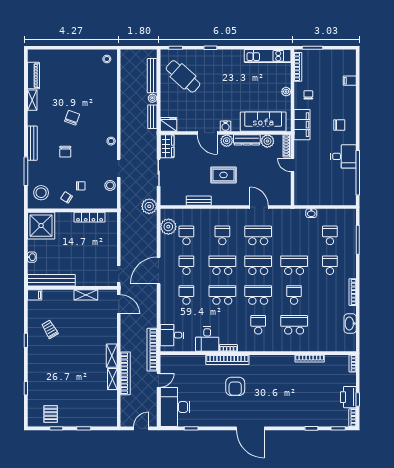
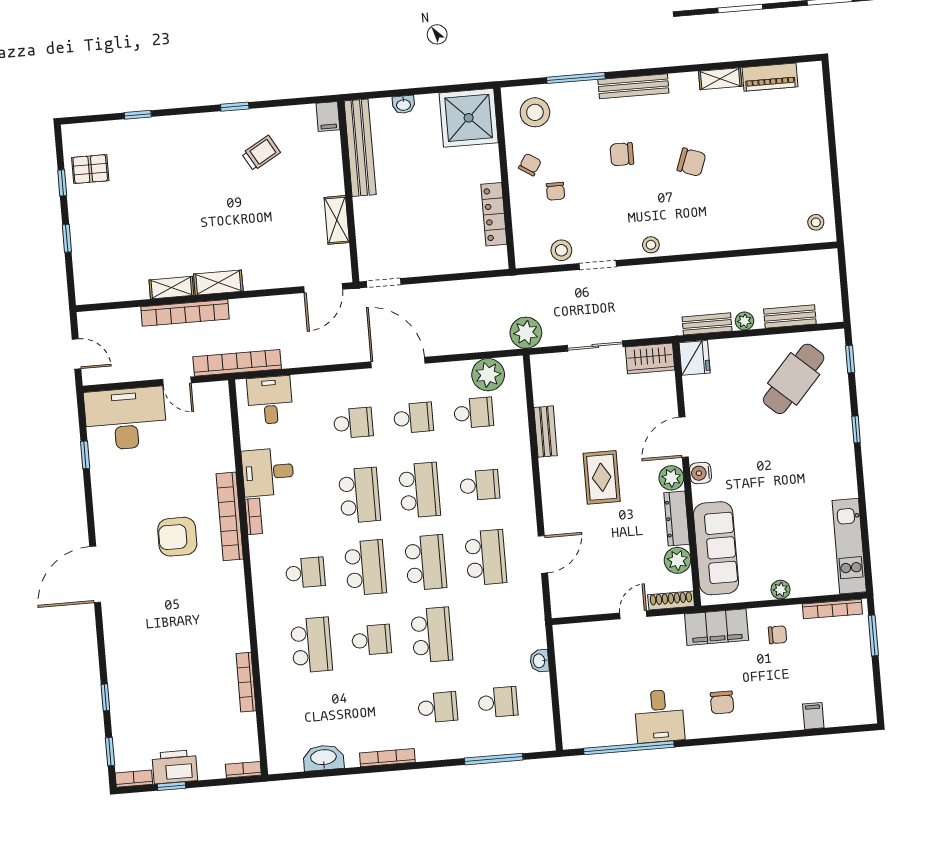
bench: (152, 76) -> (790, 317), width x0.73

